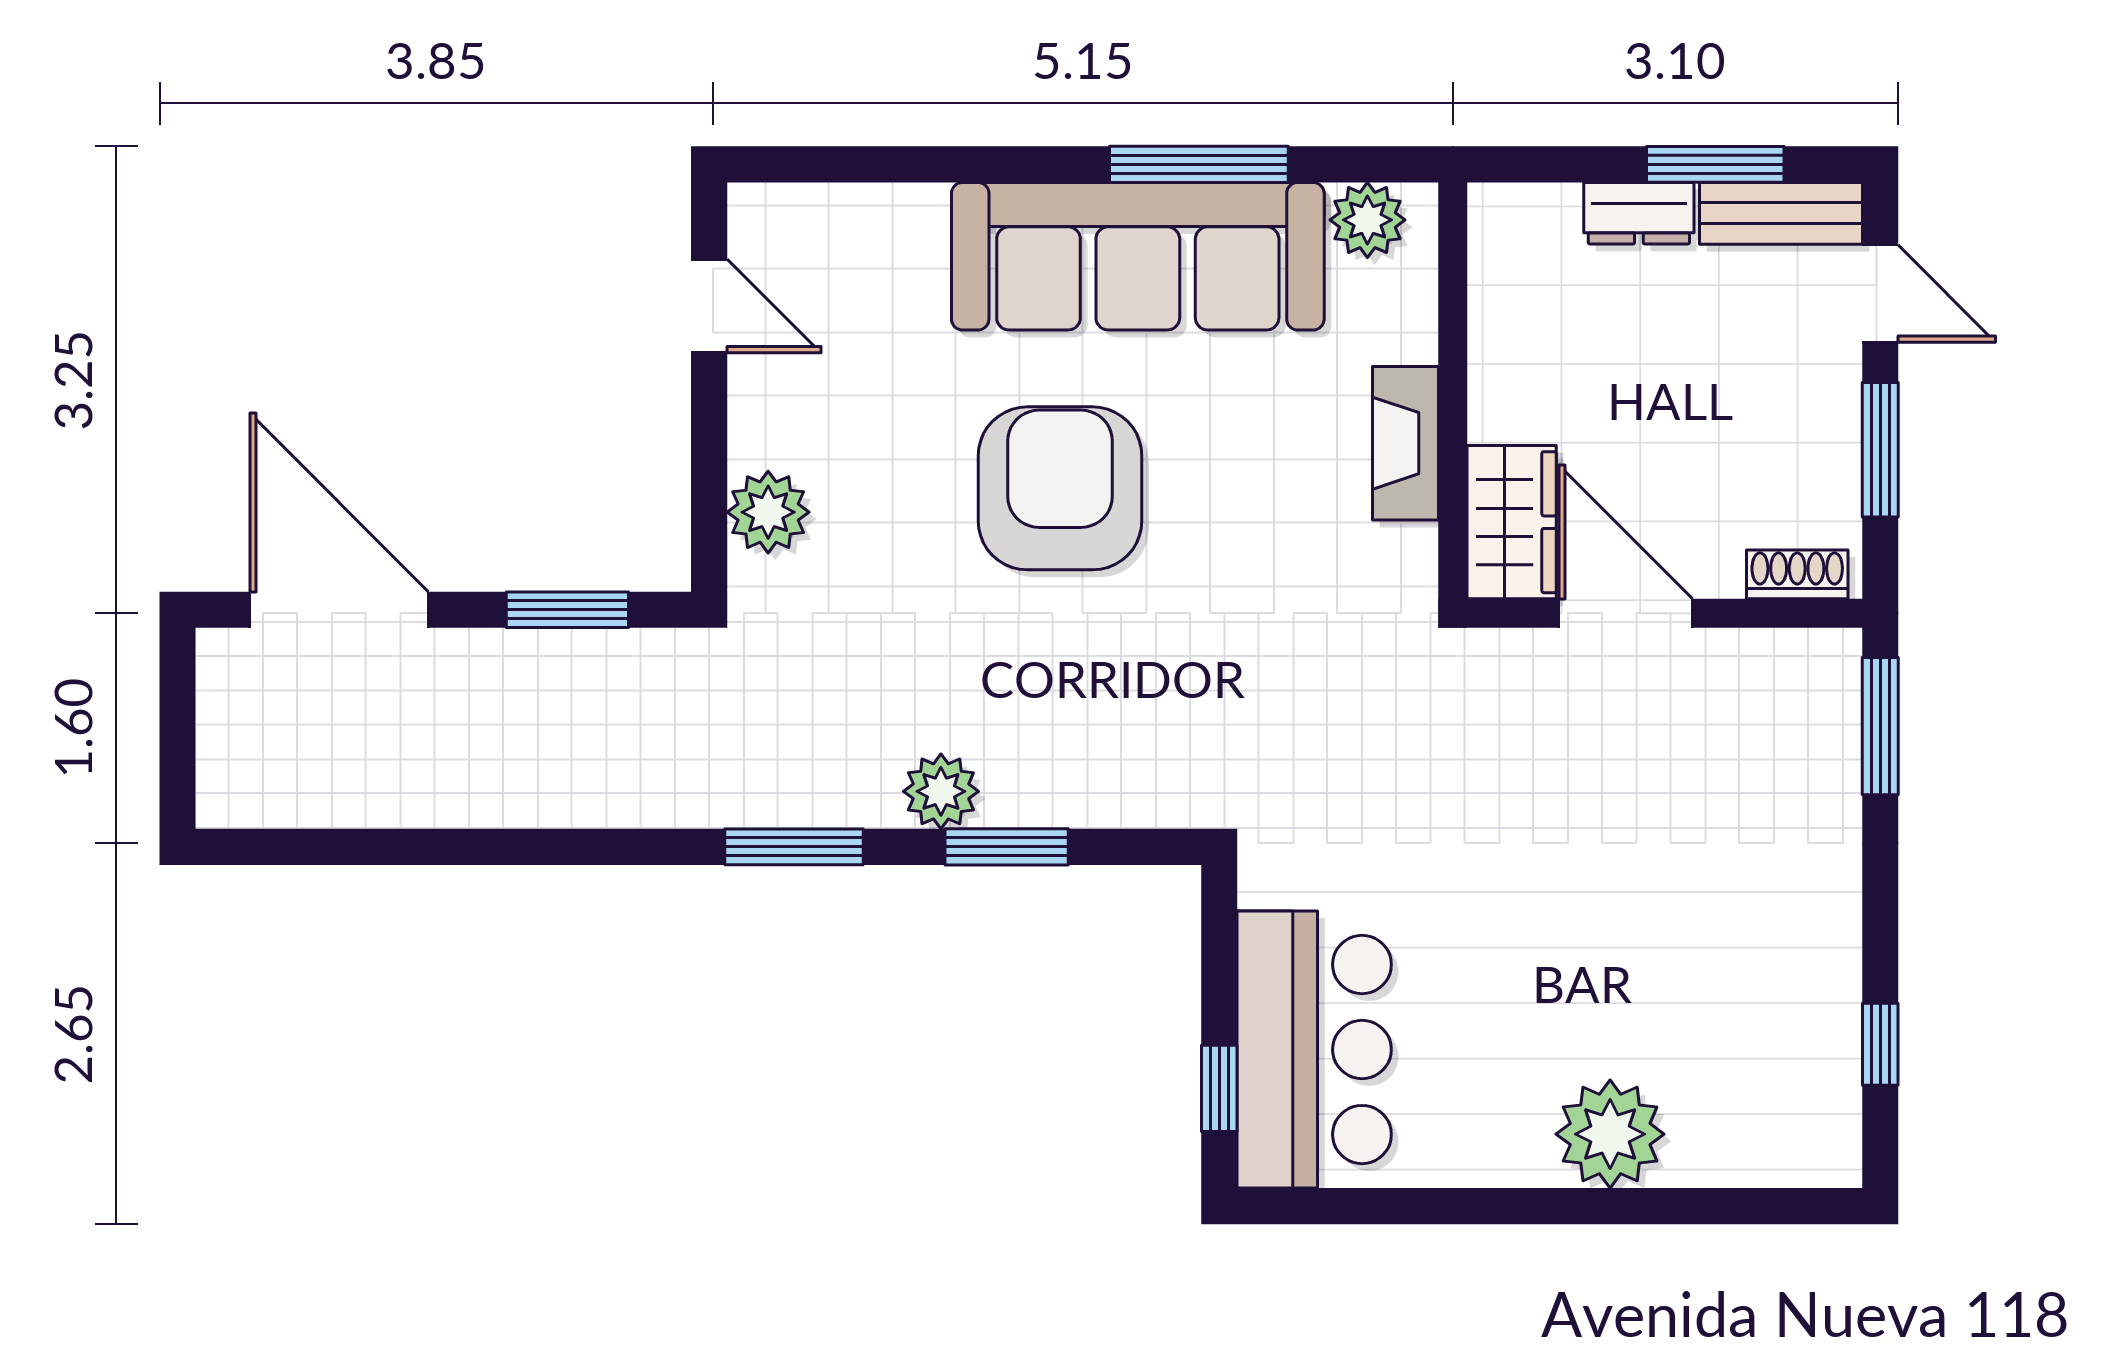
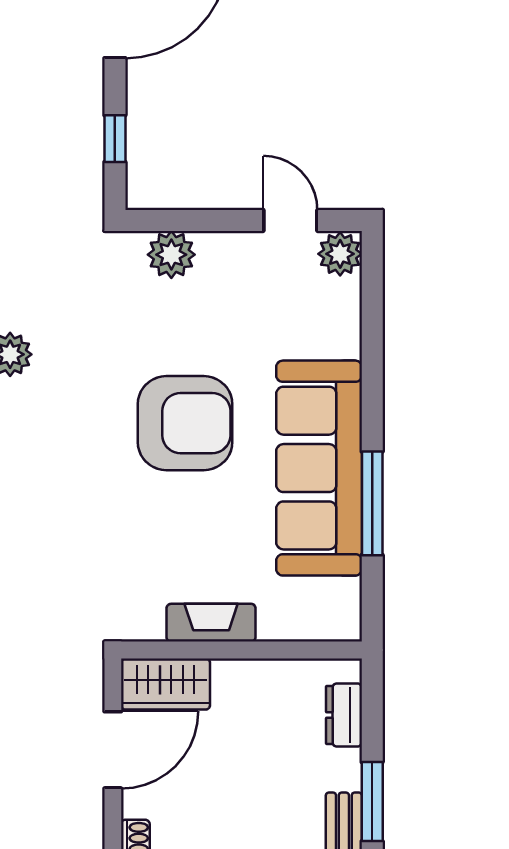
dresser: (1639, 213) -> (344, 715), moved
plant: (1367, 220) -> (340, 254), moved
door: (709, 306) -> (290, 220), swing flipped
window: (567, 610) -> (115, 139), width x0.67

